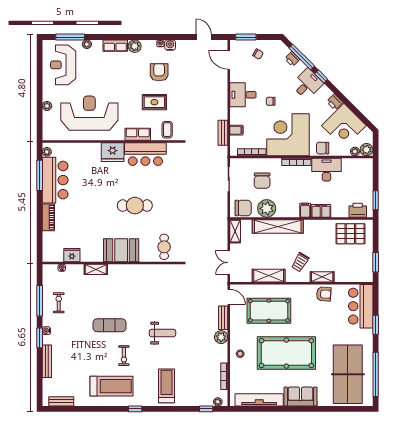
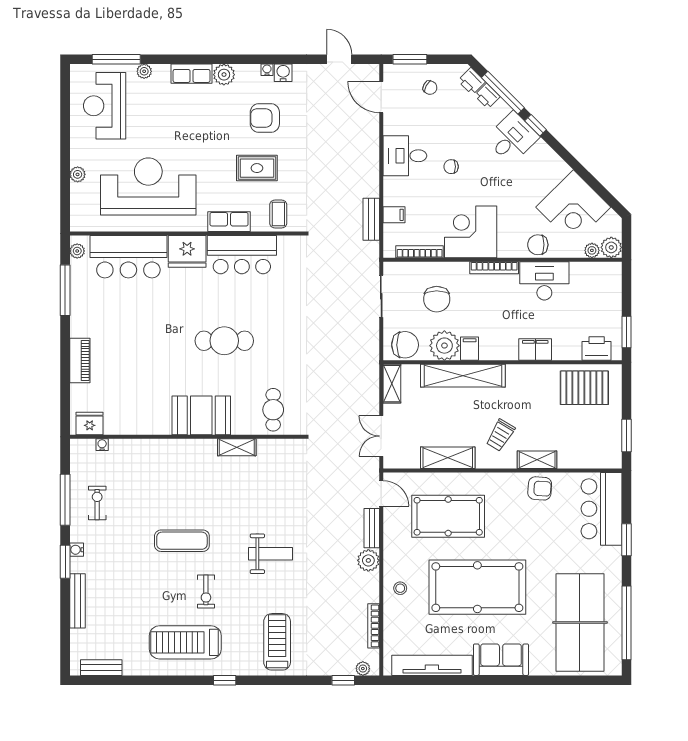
armchair: (159, 72) -> (265, 118), turned -90
printer: (335, 102) -> (471, 81), moved
corner desk: (288, 135) -> (471, 232), width x0.74, depth x0.74
bar counter: (55, 180) -> (128, 257), moved, turned 90
filing cabinet: (305, 210) -> (470, 349), moved
fridge: (72, 255) -> (90, 424), moved
shelving: (96, 269) -> (237, 447), moved
treadmill: (111, 386) -> (185, 642), turned 180

